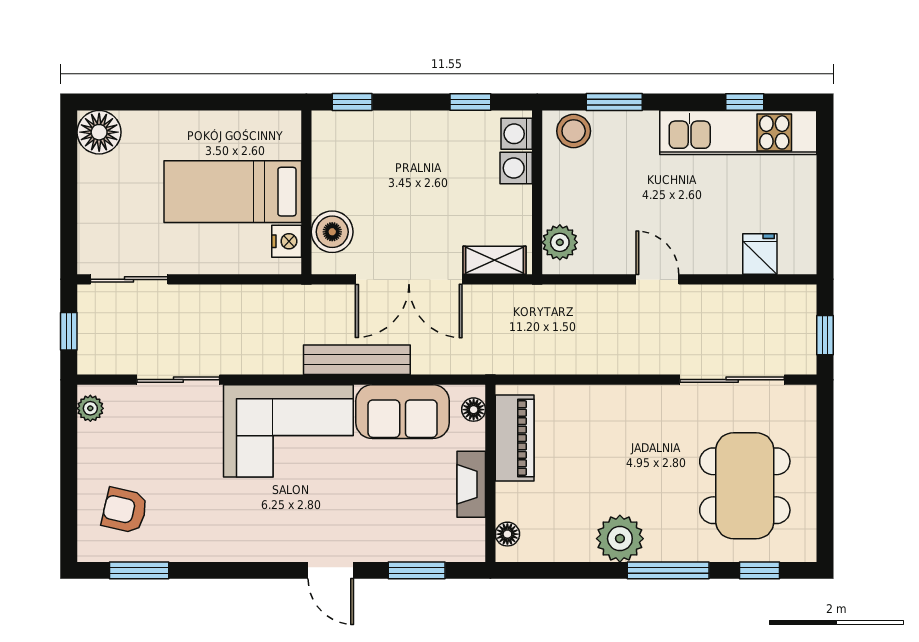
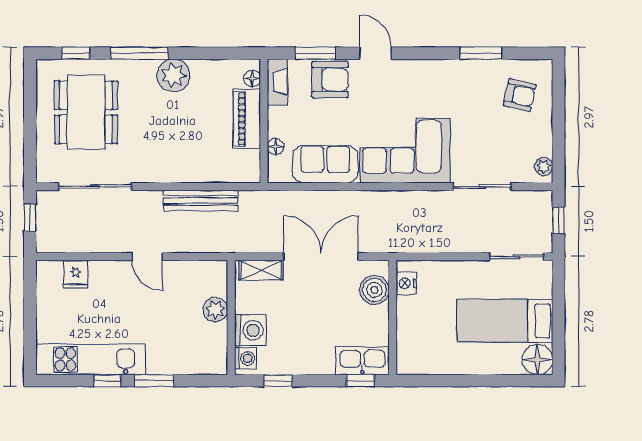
window: (614, 102) -> (154, 381), moved
window: (745, 102) -> (107, 381), moved
kitchen sink: (350, 130) -> (362, 361), added
stool: (574, 131) -> (206, 360), removed
washing machine: (516, 168) -> (250, 330), width x1.38, depth x1.38
bed: (233, 192) -> (505, 321), moved, turned 180
plant: (560, 242) -> (215, 310), moved
bench: (357, 360) -> (201, 200), moved
floor lamp: (474, 410) -> (276, 147), moved
piano: (515, 438) -> (247, 119), moved
fireplace: (471, 484) -> (277, 82), moved
armchair: (396, 533) -> (330, 80), added
window: (139, 570) -> (481, 53), moved

